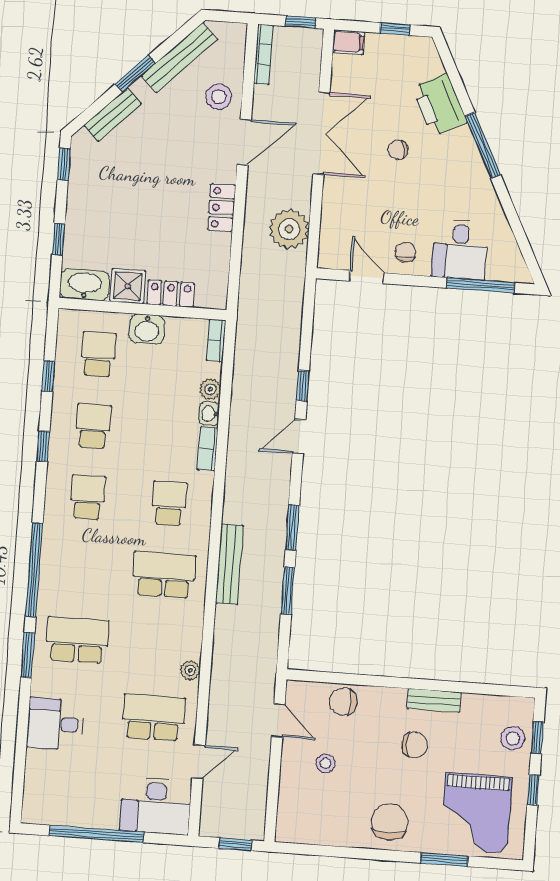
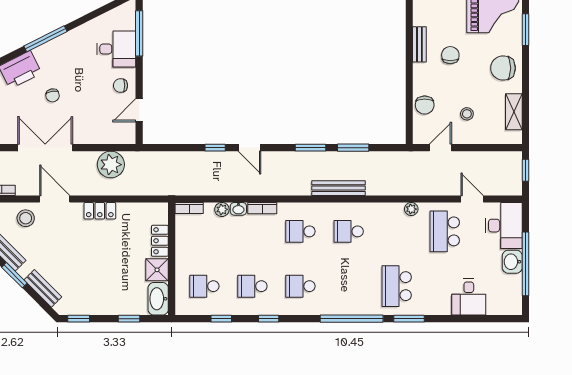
washbasin: (147, 329) -> (512, 262), moved, turned 180
school desk: (164, 575) -> (349, 231), width x0.54
desk: (55, 724) -> (469, 297), moved
shelving: (323, 833) -> (514, 112), added

